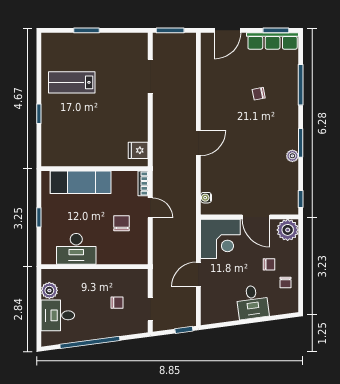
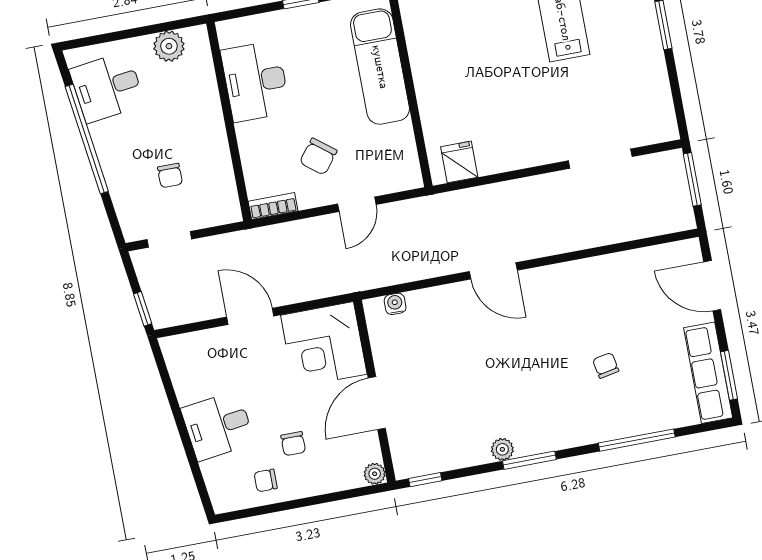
bookcase: (143, 183) -> (273, 206), moved
chair: (122, 223) -> (318, 157), turned 128
plant: (288, 230) -> (375, 474), width x0.53, depth x0.53
desk: (58, 315) -> (107, 87), moved, turned -98

